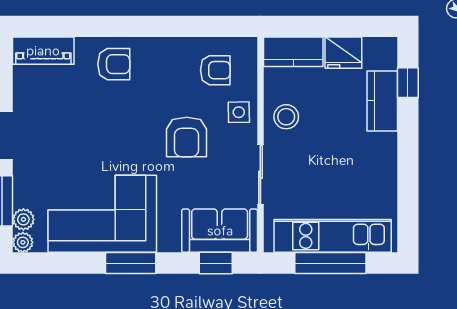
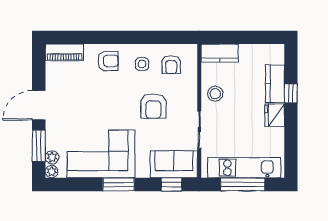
fridge: (343, 53) -> (275, 115), moved, turned 90
armchair: (215, 70) -> (171, 65), turned 90
window: (408, 83) -> (291, 93), moved
side table: (239, 112) -> (142, 64), moved

